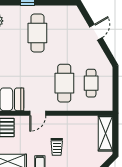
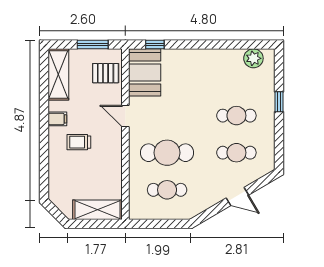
cafe table: (37, 33) -> (236, 116), width x0.73, depth x0.74
cafe table: (64, 33) -> (236, 153), added

